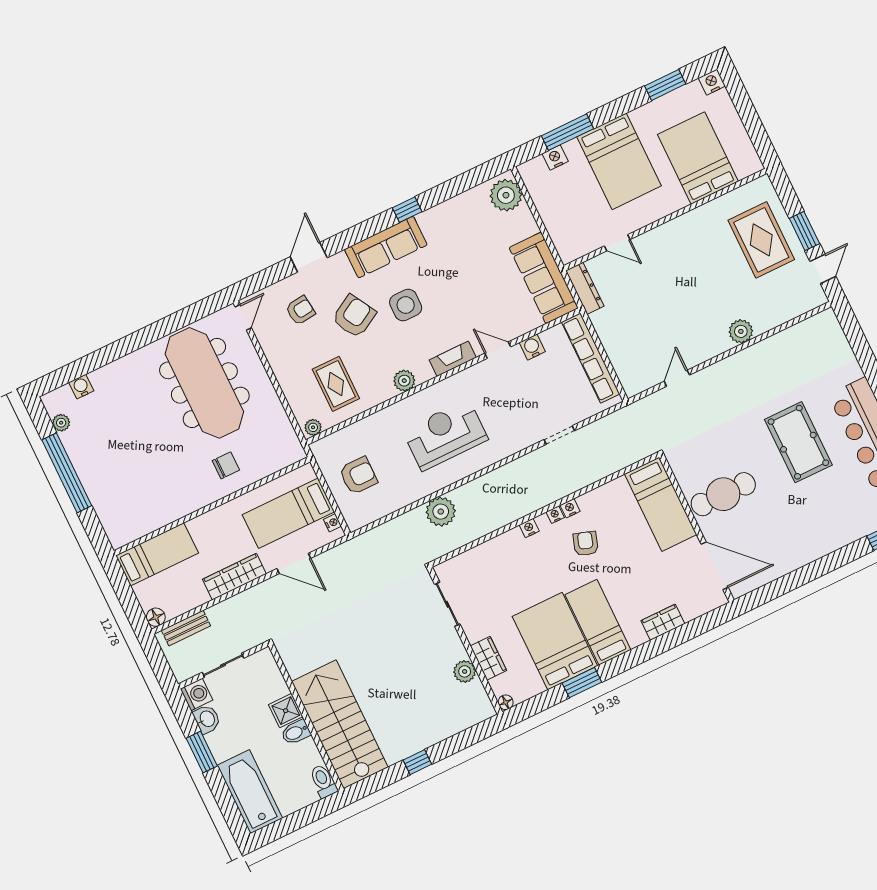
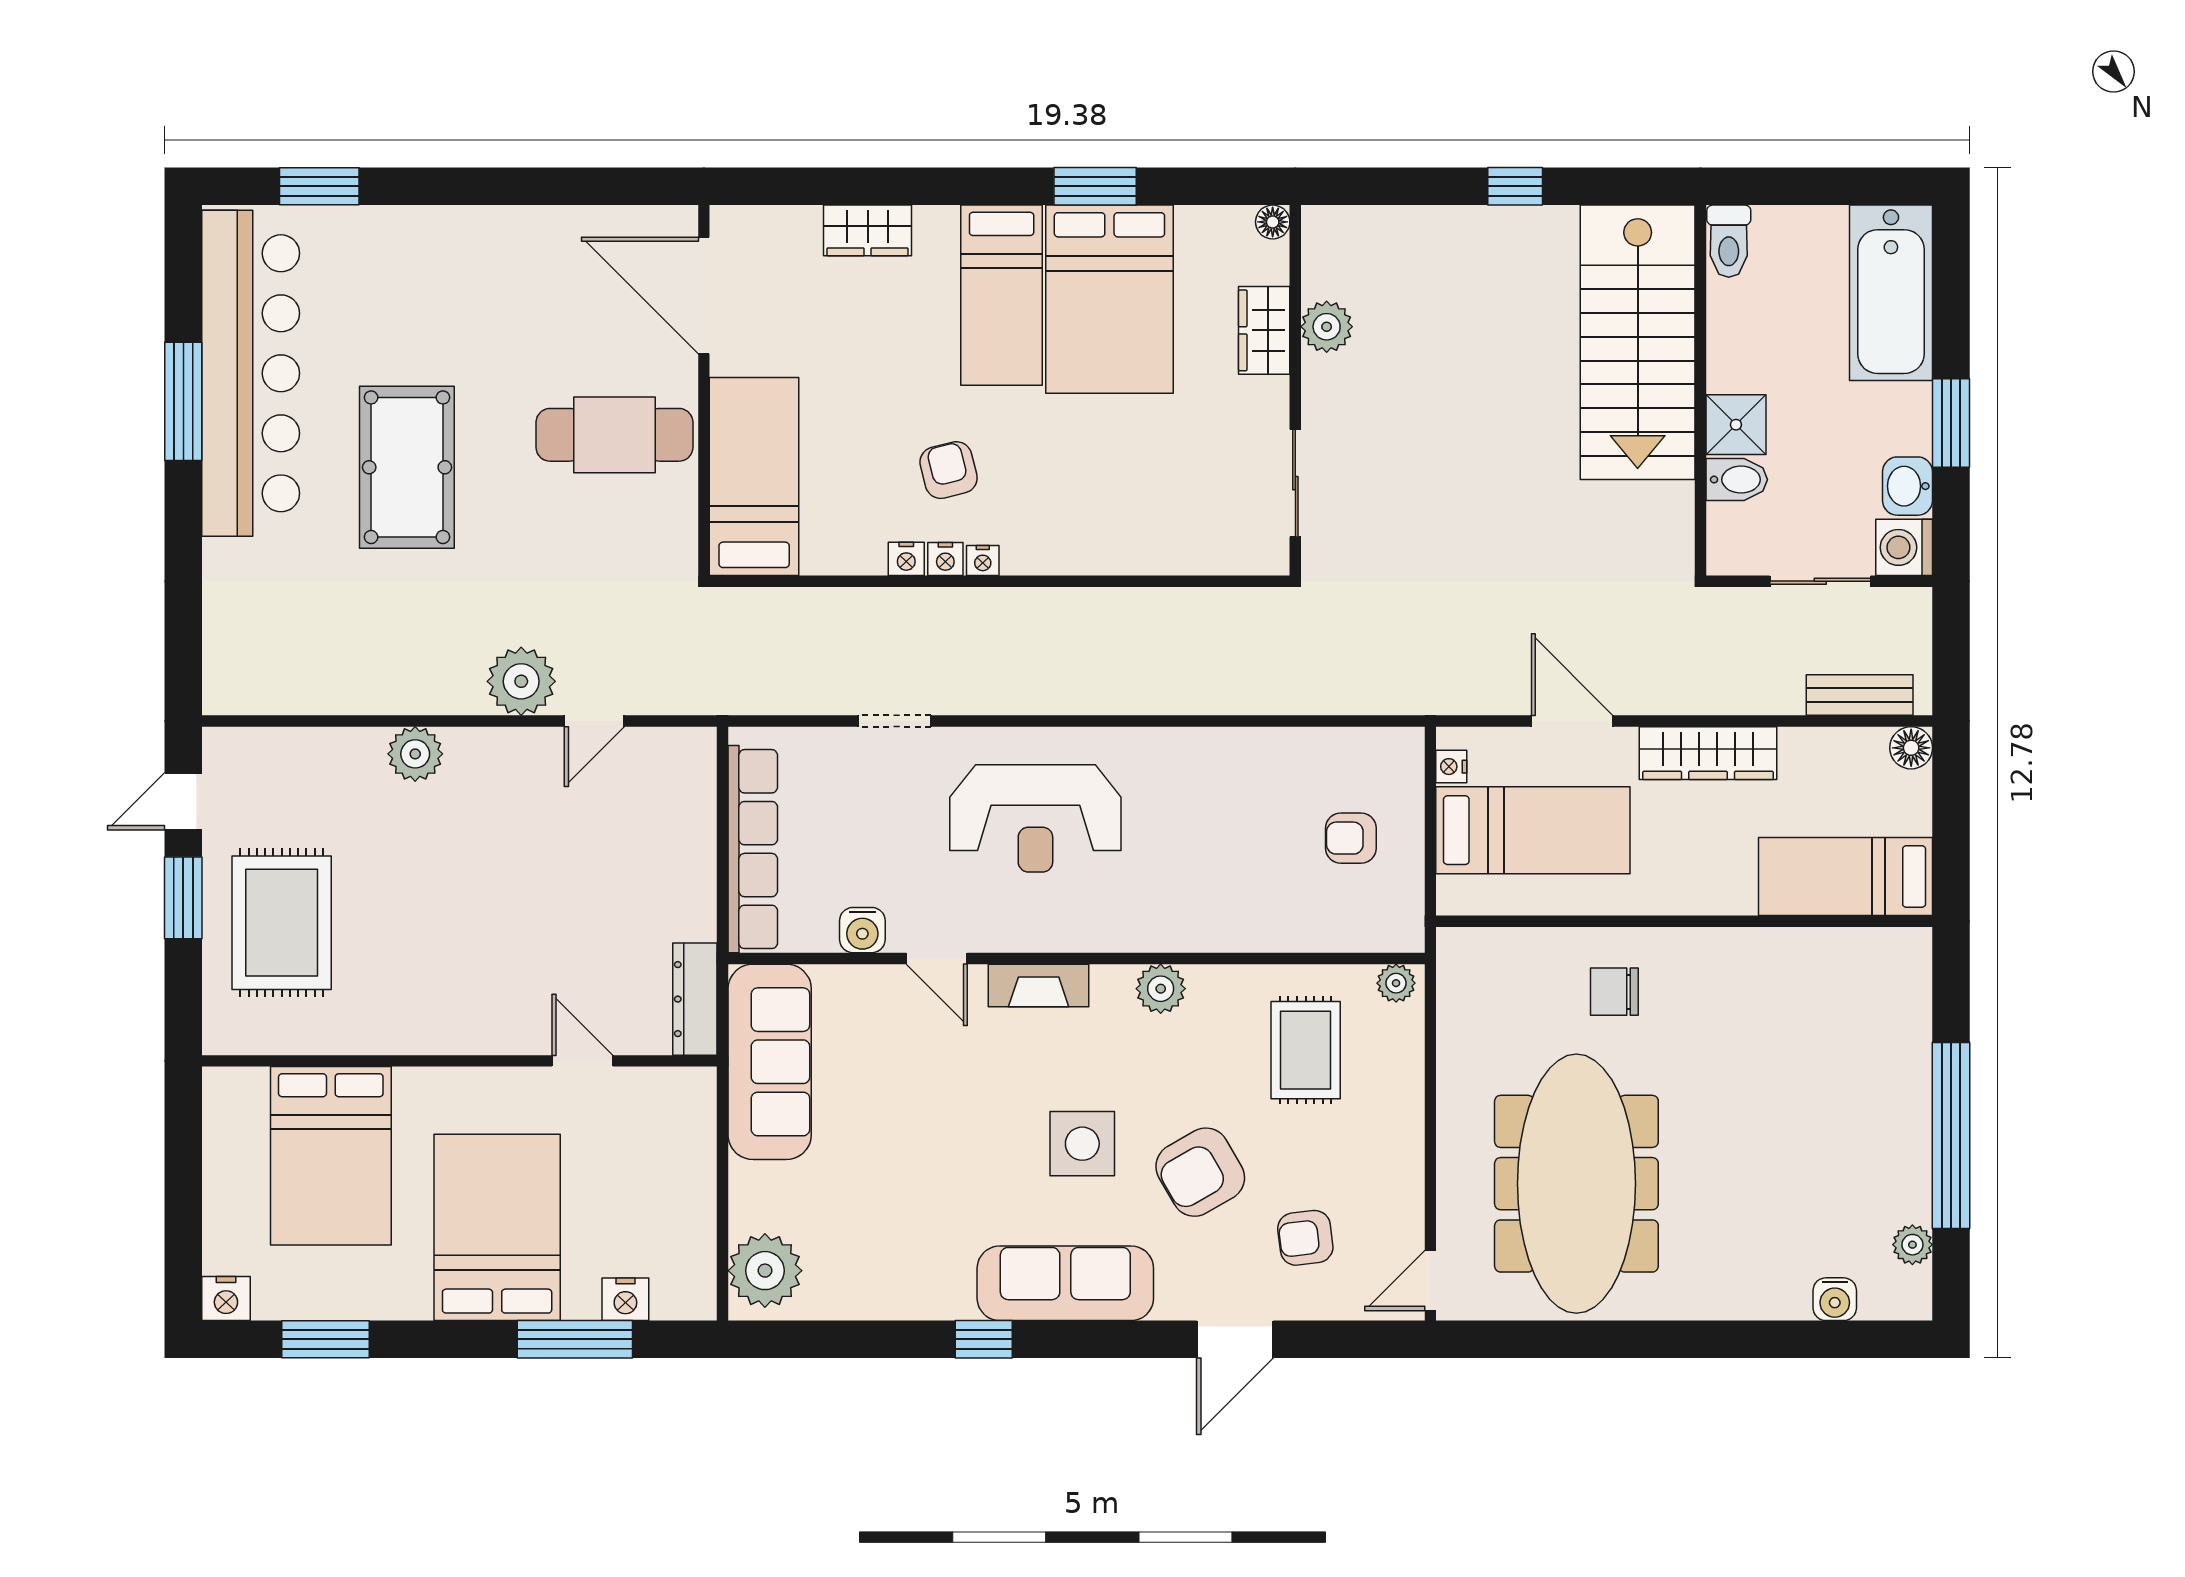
reception desk: (445, 435) -> (1035, 818), moved
armchair: (358, 476) -> (1351, 838), width x0.72, depth x0.72
plant: (441, 512) -> (521, 681), moved
nightstand: (529, 528) -> (906, 559), moved
armchair: (586, 544) -> (949, 470), turned 148
bidet: (296, 732) -> (1737, 480), moved

